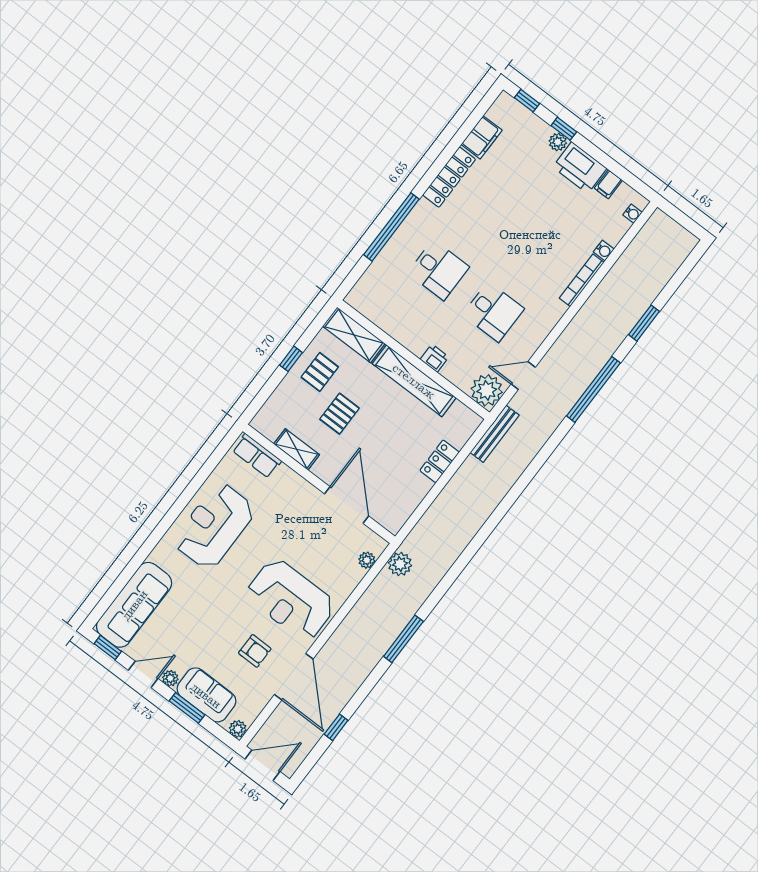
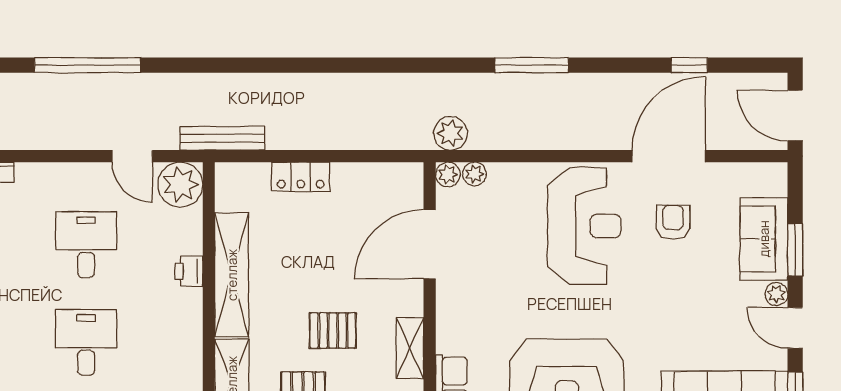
plant: (238, 729) -> (448, 174), moved

